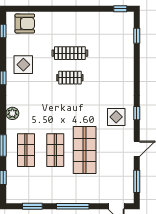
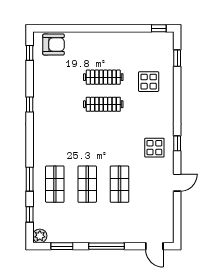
display table: (23, 65) -> (149, 82), moved
clothes rail: (70, 78) -> (103, 104), width x1.36
plant: (12, 113) -> (40, 236), moved
shop shelf: (85, 150) -> (119, 184), width x0.70, depth x0.74
window: (137, 181) -> (177, 219), removed

